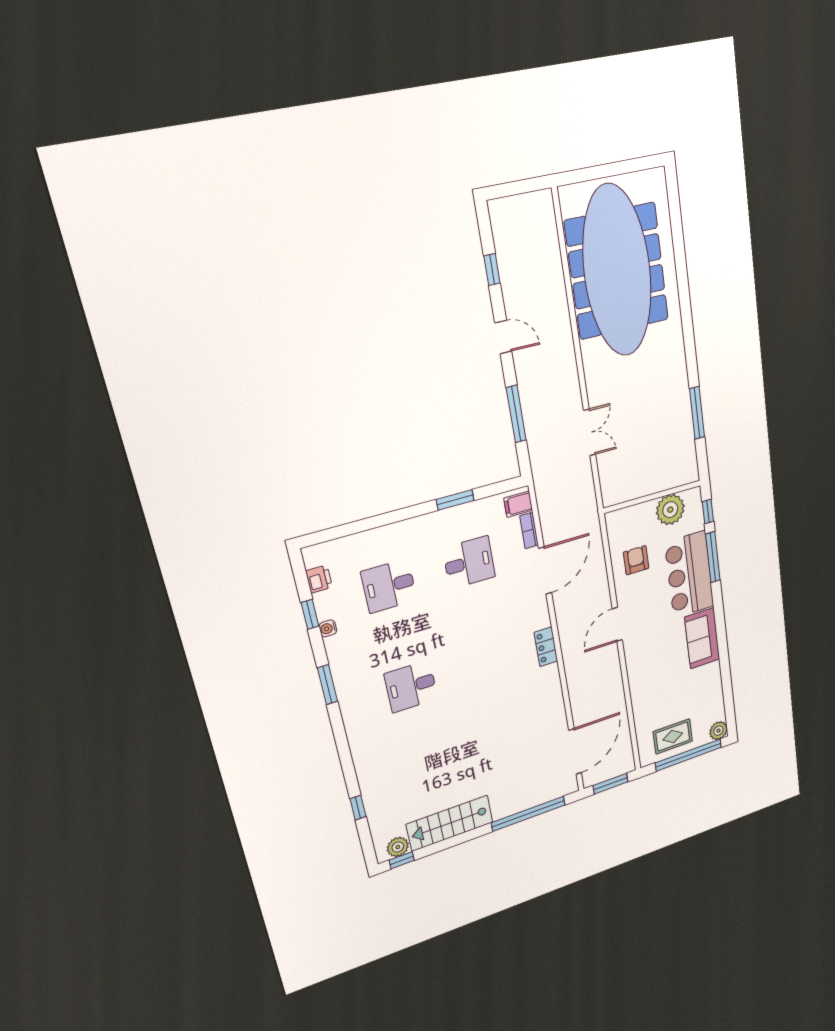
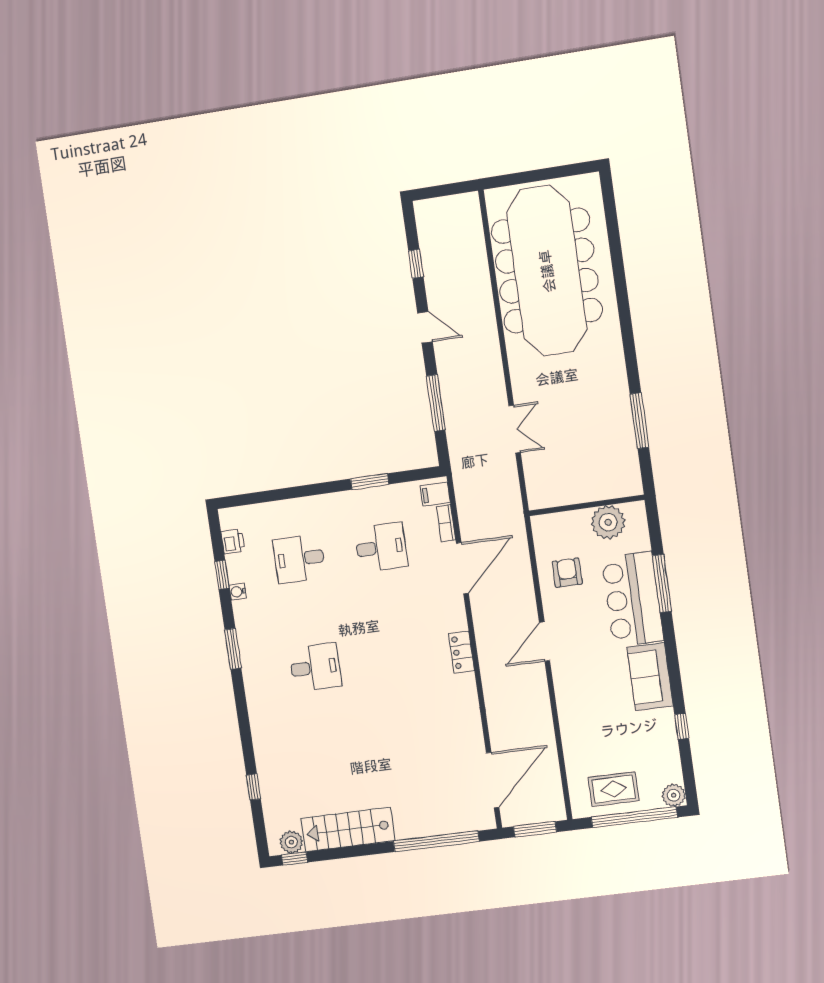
window: (708, 511) -> (682, 726), moved
desk: (411, 686) -> (315, 667), turned 180

